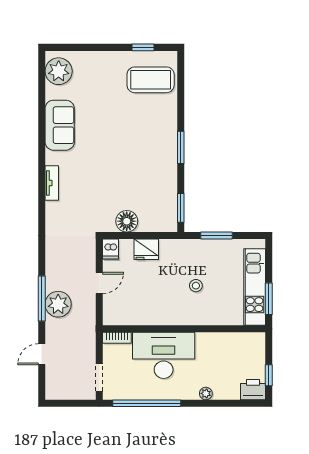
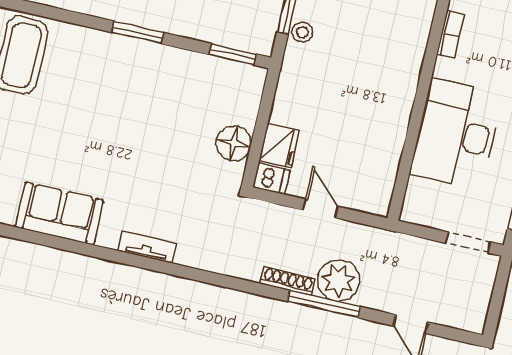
fridge: (146, 249) -> (279, 145), moved
shoe rack: (51, 273) -> (288, 281), added
stool: (196, 286) -> (302, 32), moved
bookcase: (117, 338) -> (451, 34), moved

